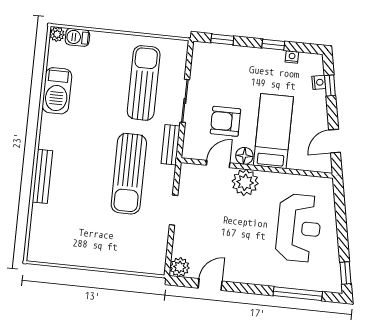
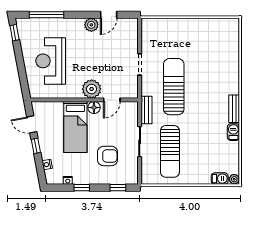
window: (330, 85) -> (36, 146), moved
barbecue: (57, 91) -> (233, 132), width x0.53, depth x0.65
armchair: (225, 121) -> (107, 156), moved
door: (335, 141) -> (32, 124), swing flipped
bench: (42, 176) -> (234, 109), moved, width x0.73
plant: (180, 267) -> (91, 25), moved

